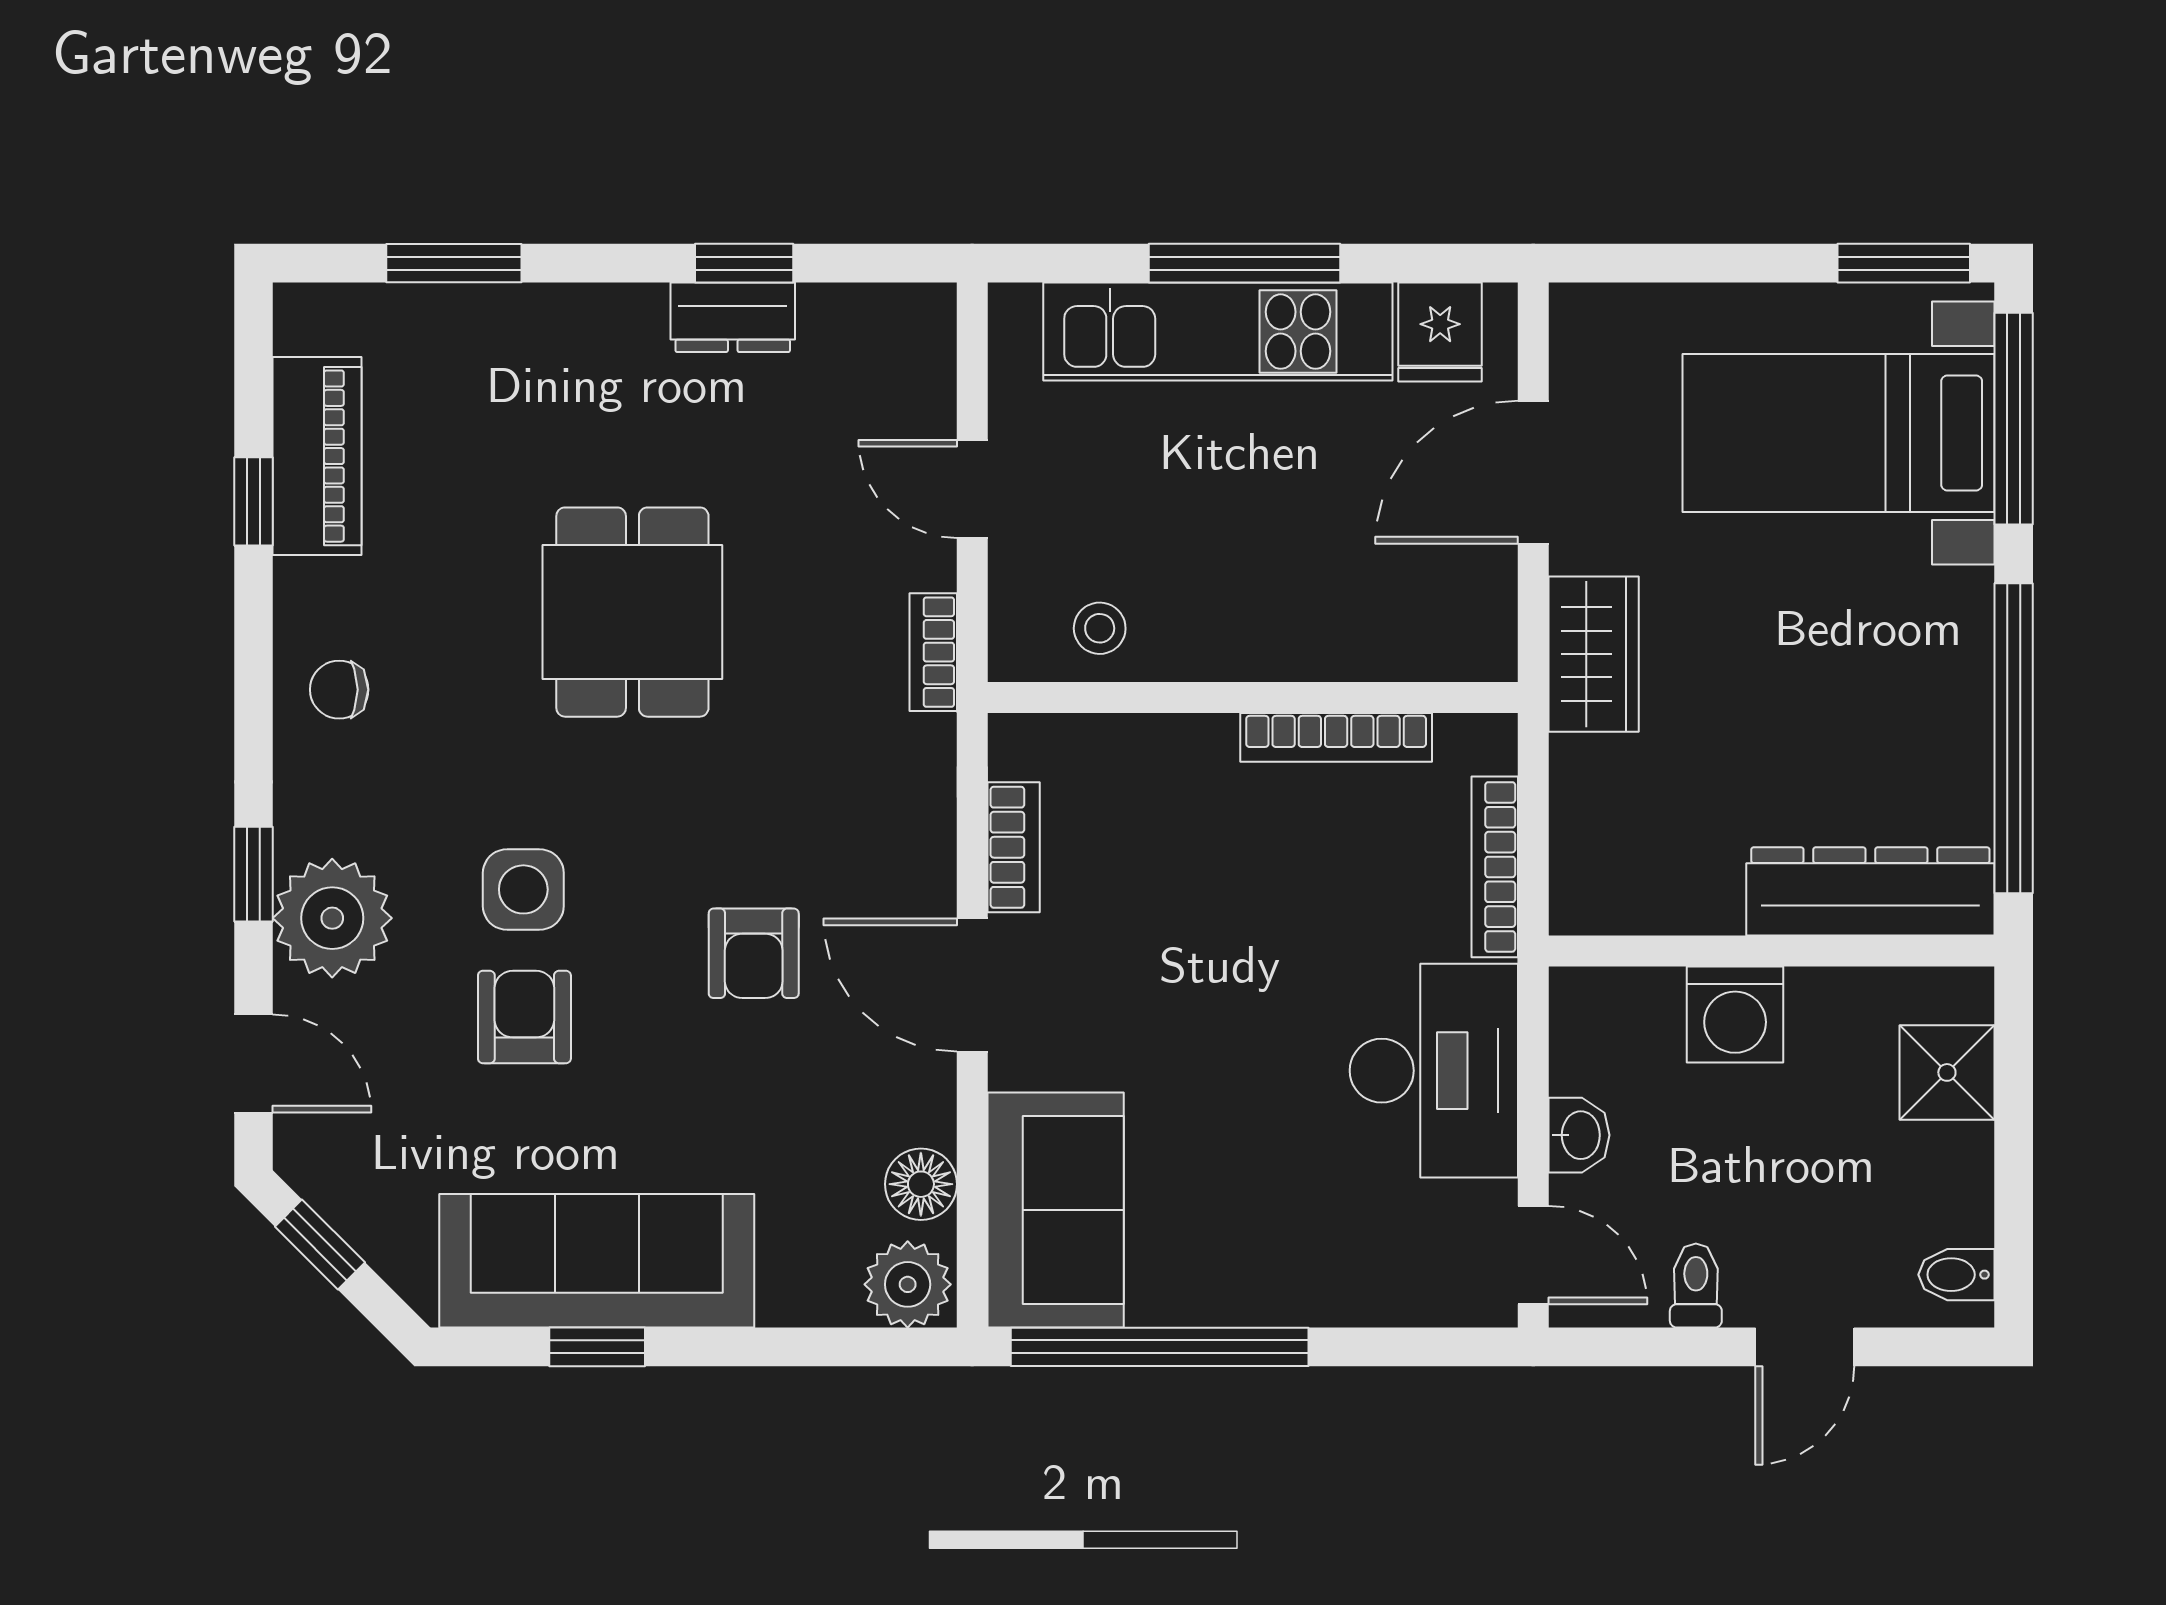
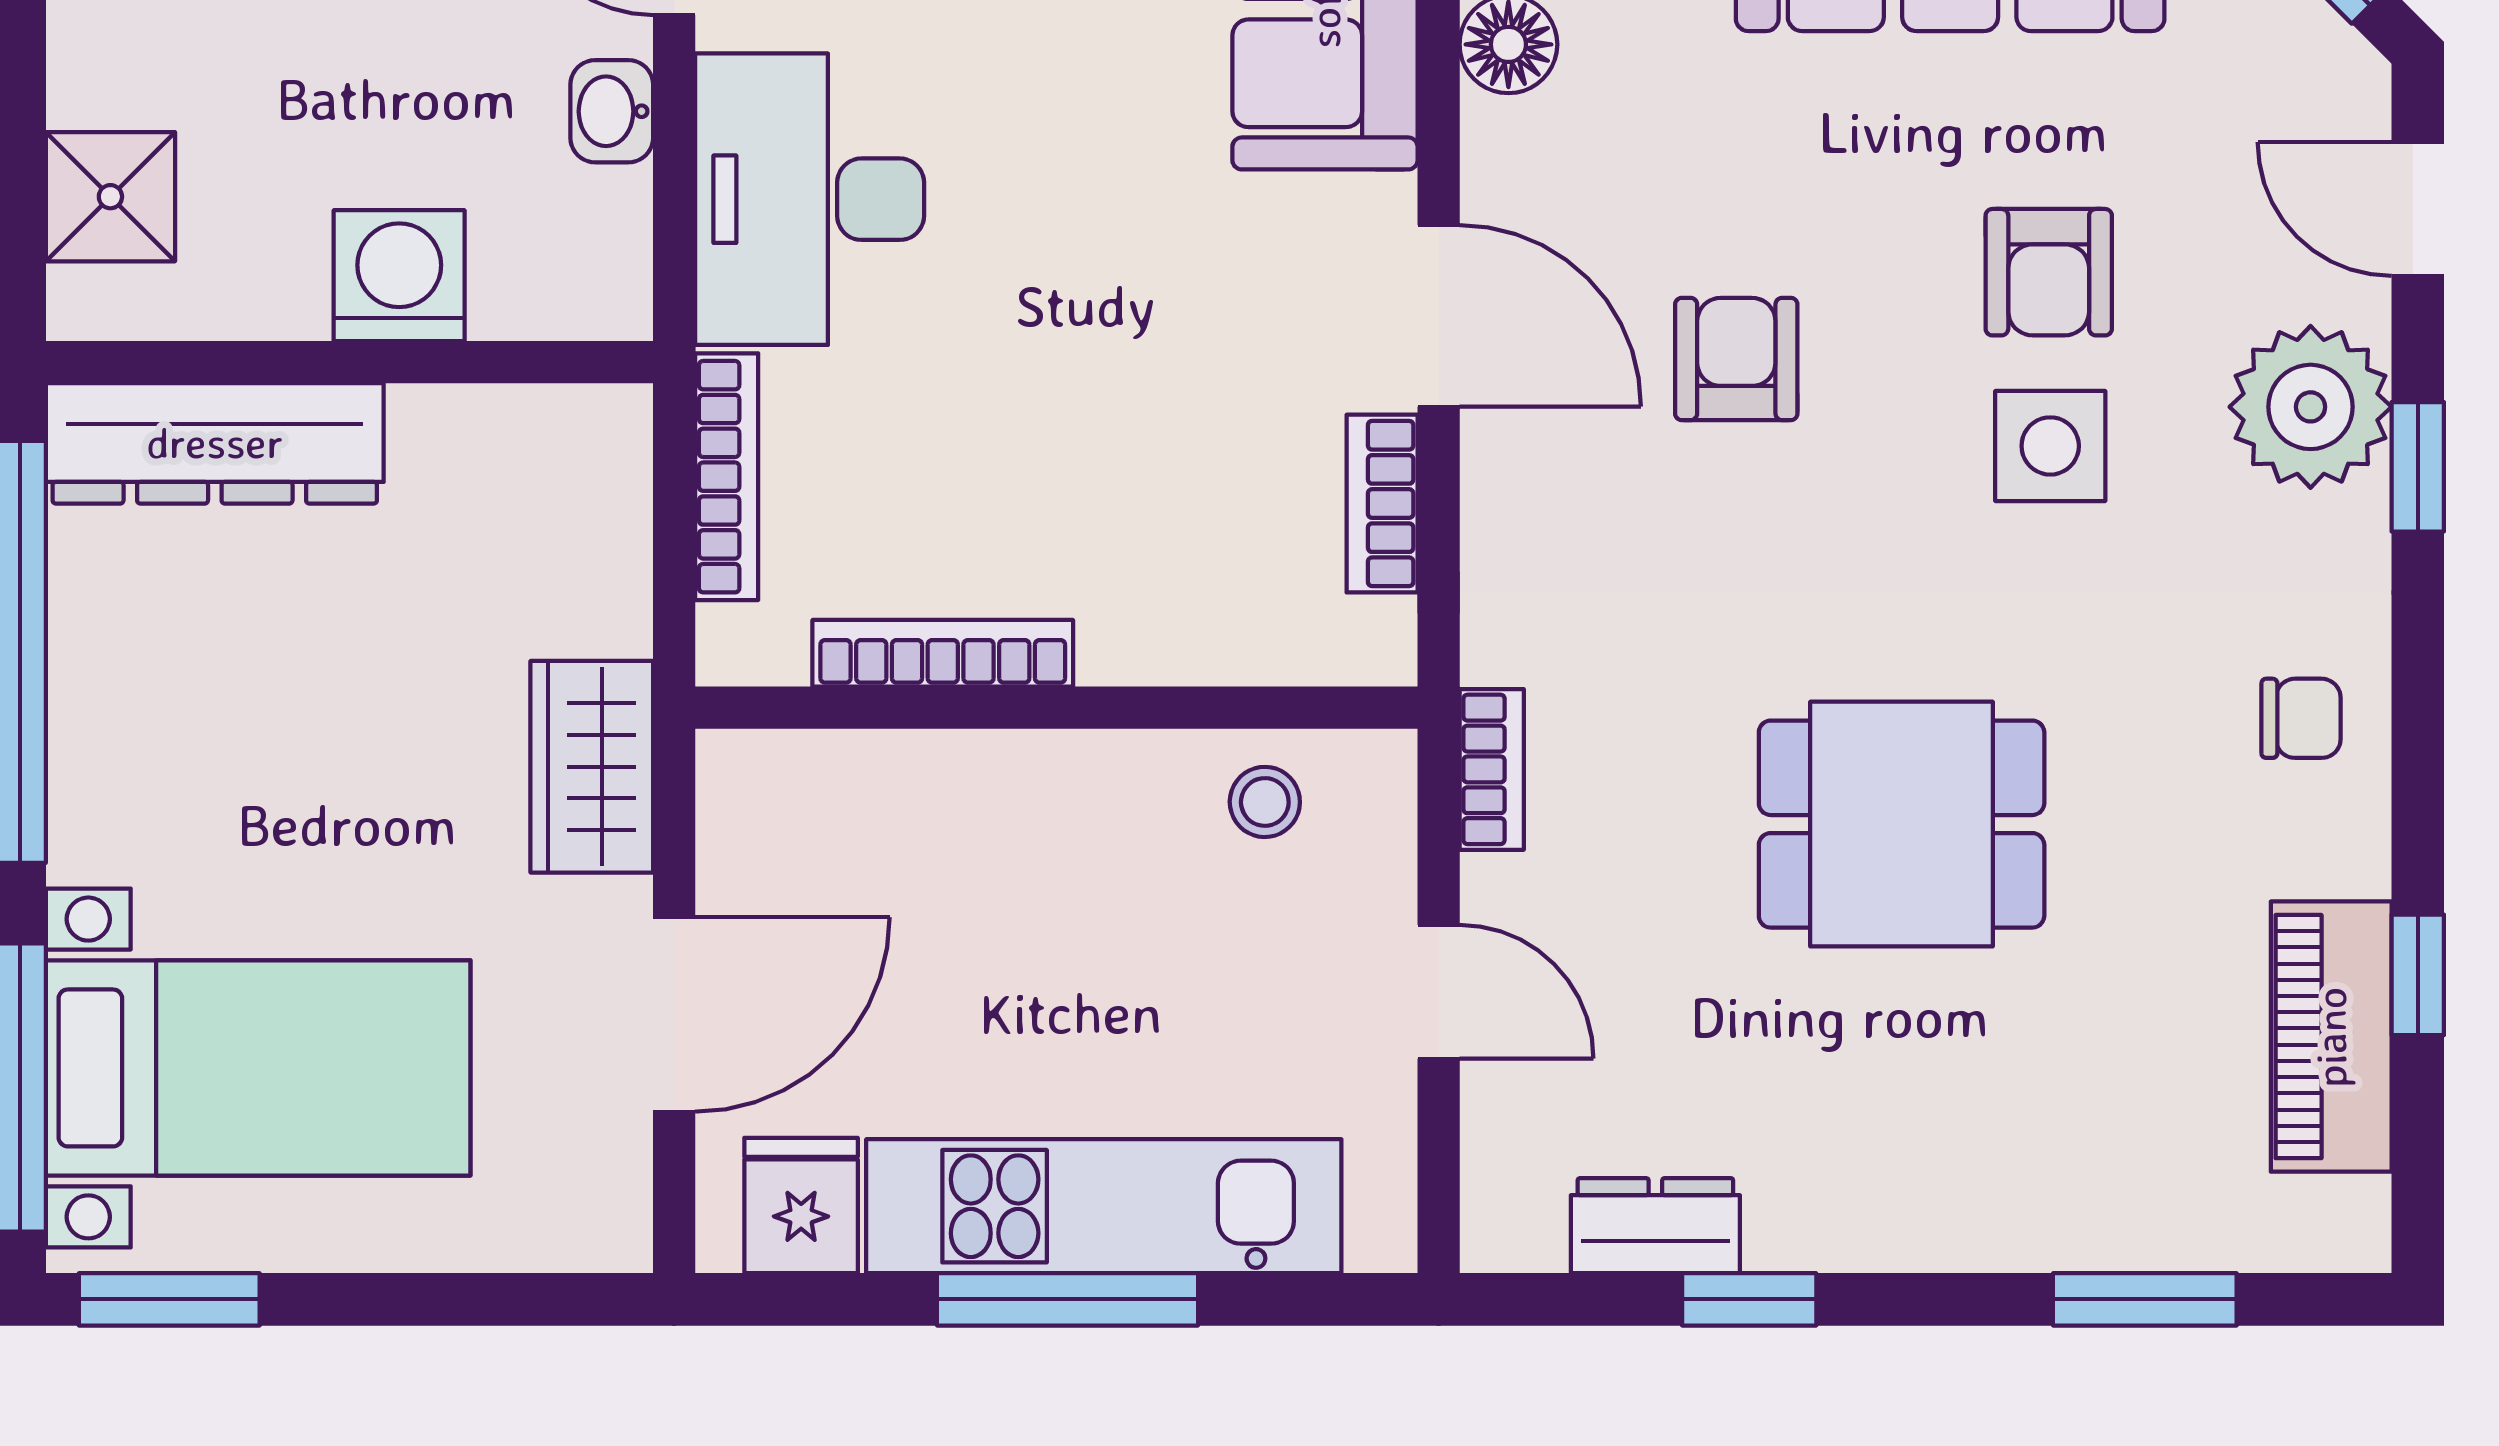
dresser: (733, 317) -> (1655, 1226), moved
dining table: (632, 612) -> (1902, 824), turned 90

